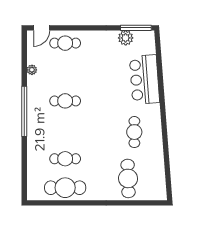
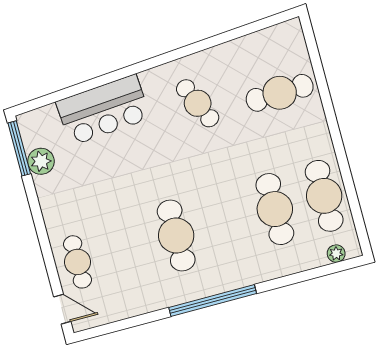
plant: (32, 70) -> (336, 254), moved
cafe table: (65, 101) -> (176, 235), width x1.37, depth x1.35
cafe table: (134, 132) -> (198, 103), turned 66
cafe table: (65, 159) -> (275, 209), width x1.37, depth x1.35

